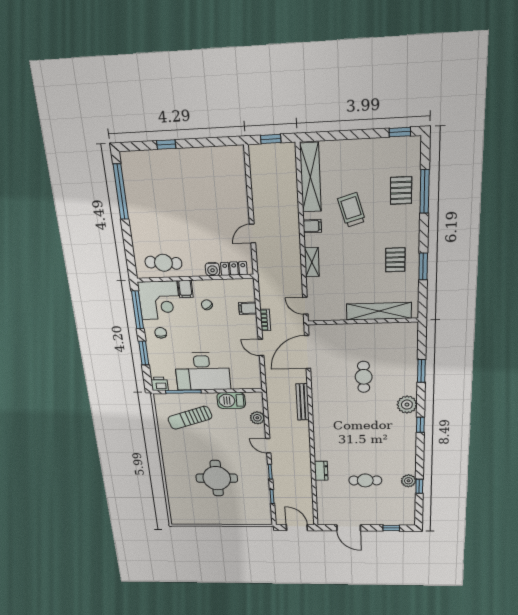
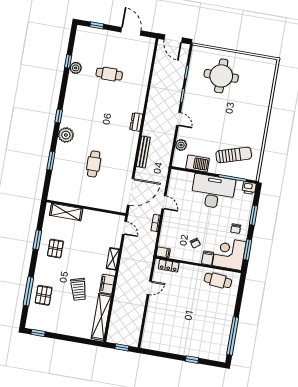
filing cabinet: (312, 226) -> (107, 284), width x2.00
water cooler: (212, 269) -> (184, 268), removed
filing cabinet: (248, 308) -> (163, 252), moved
window: (138, 310) -> (248, 250), width x0.69
shelving: (379, 311) -> (66, 212), width x0.68
dresser: (321, 471) -> (136, 122), moved
round table: (217, 478) -> (221, 76), moved

